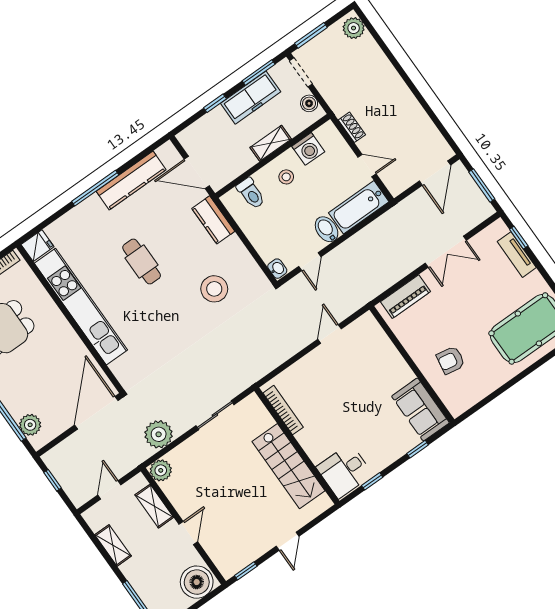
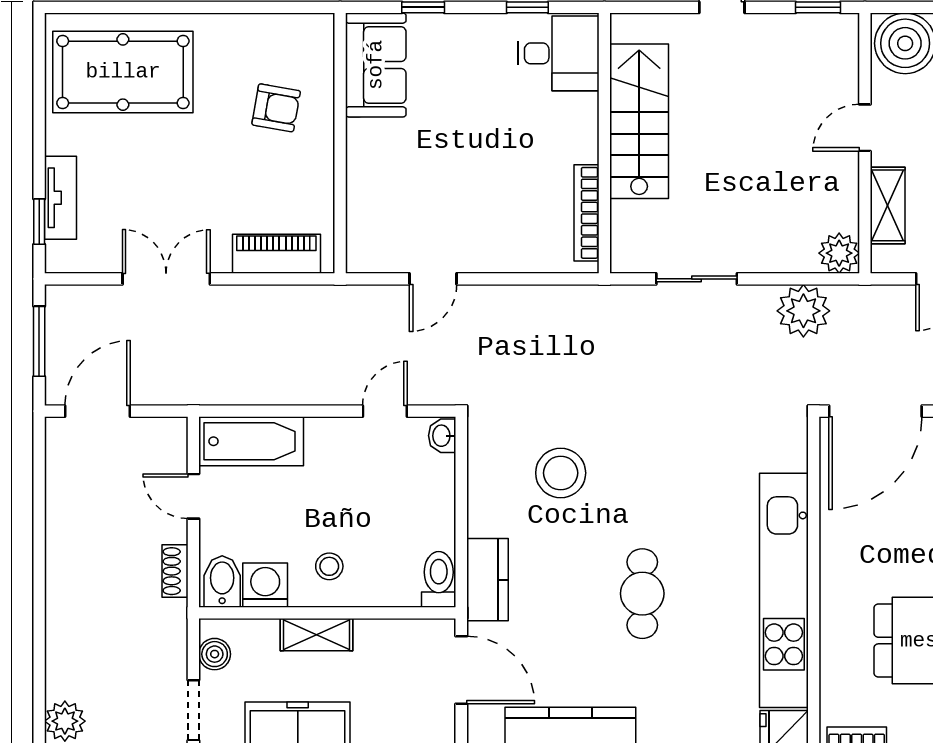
toilet: (251, 193) -> (439, 579), moved
bidet: (327, 229) -> (222, 582), moved, turned 180

